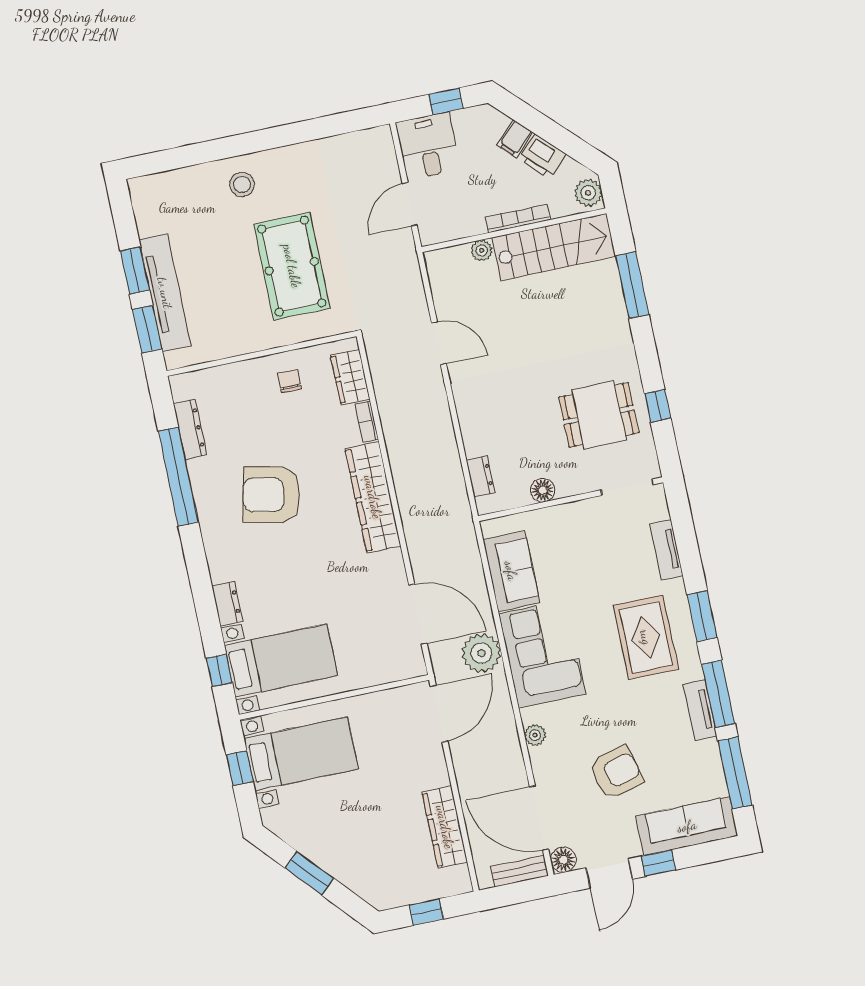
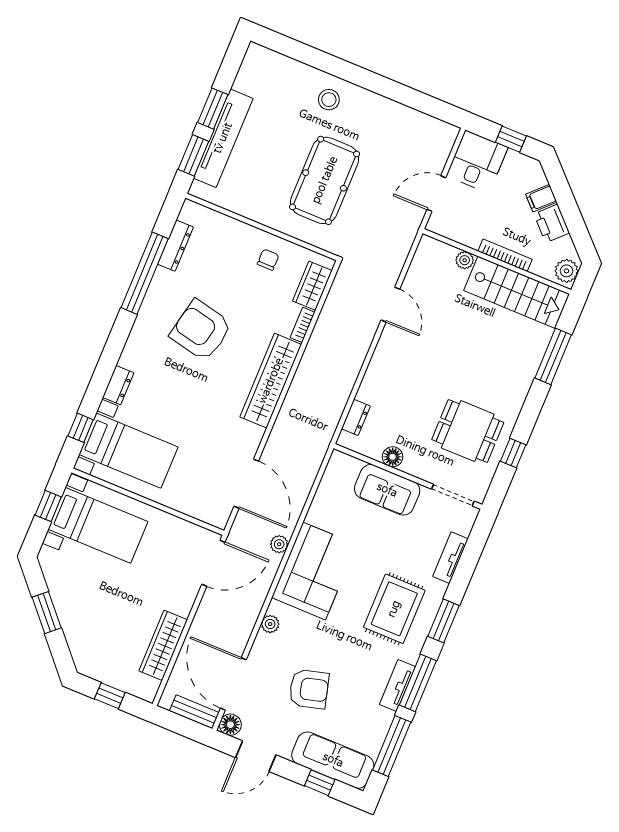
sofa: (511, 571) -> (387, 490), moved, turned 90
plant: (481, 653) -> (279, 544), width x0.53, depth x0.53
window: (658, 863) -> (320, 783), moved

